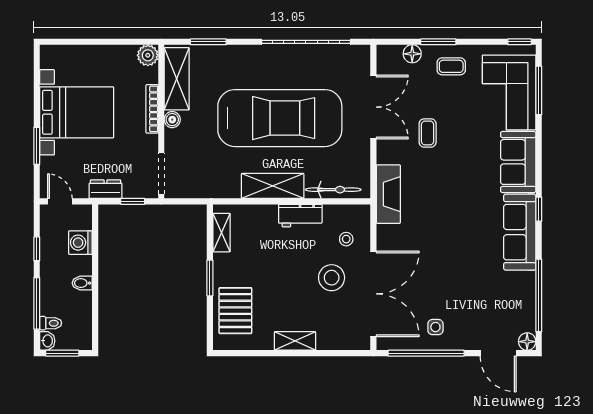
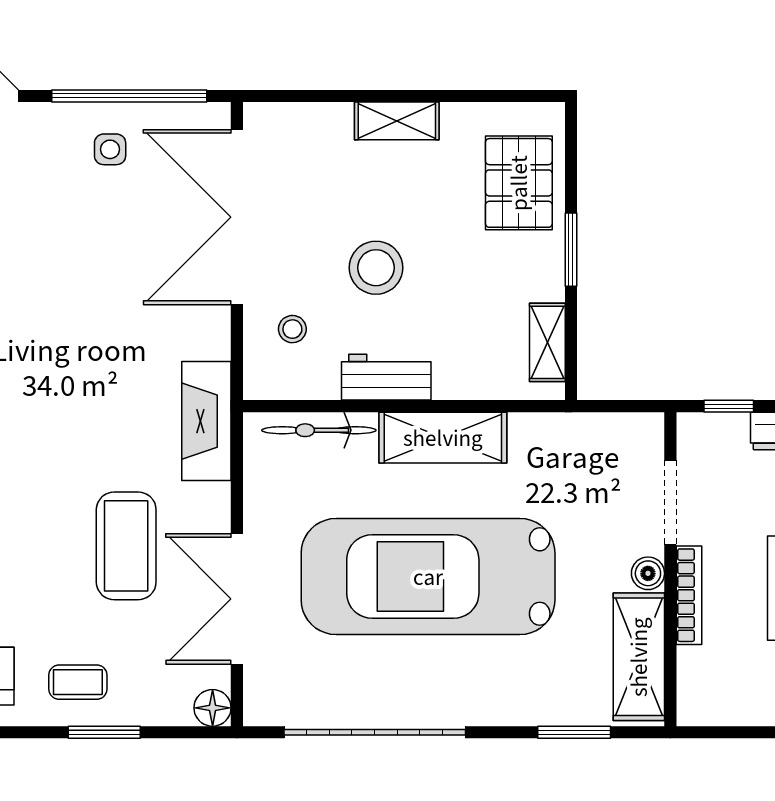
floor lamp: (412, 54) -> (213, 708), moved
plant: (148, 55) -> (698, 705), removed
coffee table: (428, 133) -> (126, 546), width x1.86, depth x1.72
doorway: (161, 173) -> (670, 503), moved
stool: (332, 278) -> (376, 268), moved

